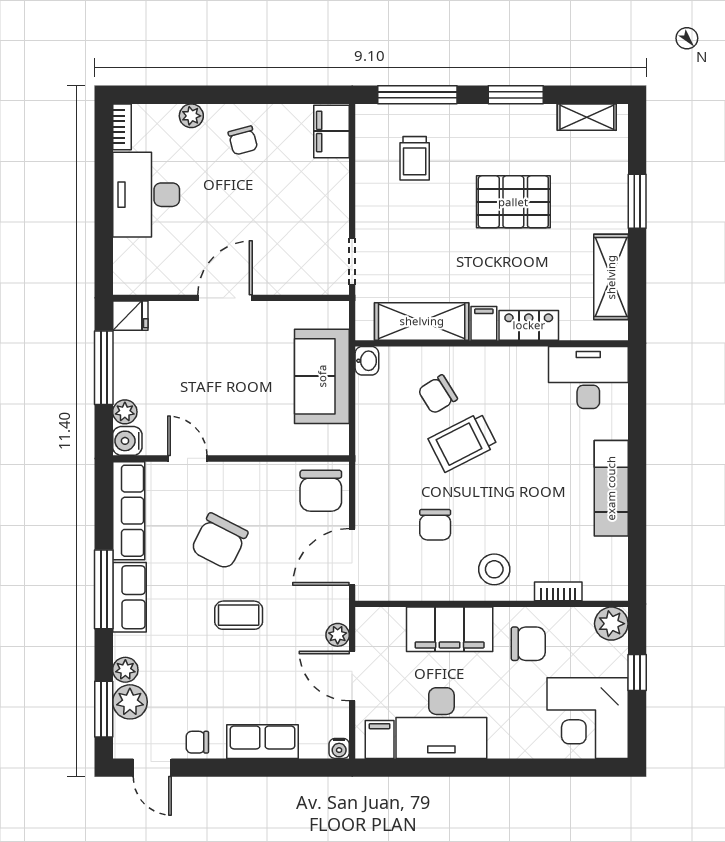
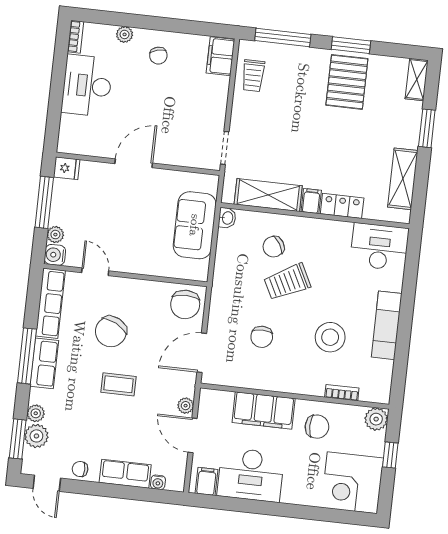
shelving: (587, 117) -> (417, 79), moved, turned 90
trolley: (415, 158) -> (253, 76), moved
pallet: (513, 202) -> (347, 82), moved, turned 90
stool: (494, 569) -> (330, 337), moved, width x1.38, depth x1.38
water cooler: (339, 748) -> (158, 482), moved

